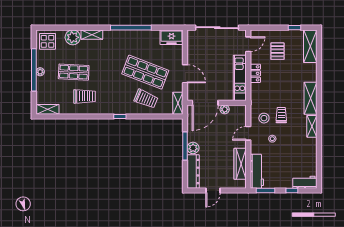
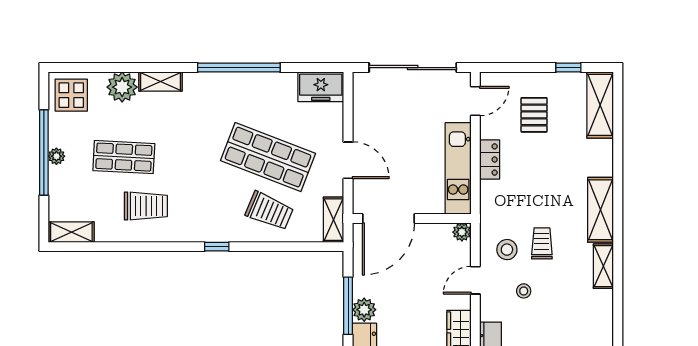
plant: (225, 109) -> (462, 232), moved

